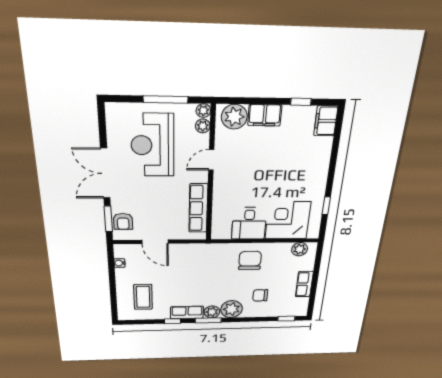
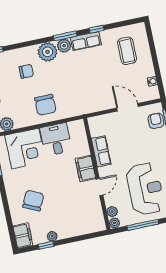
filing cabinet: (265, 115) -> (86, 169), moved, turned -90
plant: (234, 117) -> (52, 236), moved, width x0.53, depth x0.53
chair: (298, 161) -> (33, 201), added
row of seats: (198, 208) -> (101, 151), width x0.68

